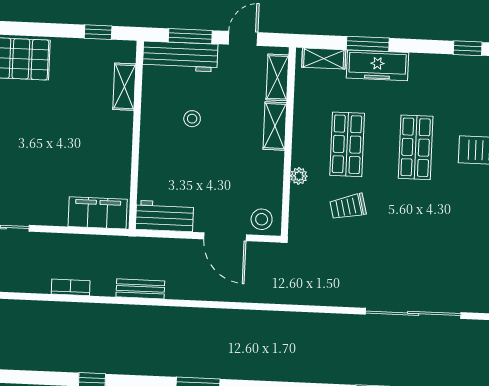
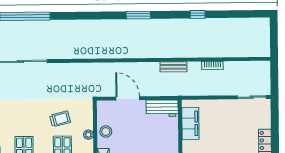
filing cabinet: (98, 213) -> (190, 123), moved, turned -90
stool: (262, 219) -> (106, 131), moved

